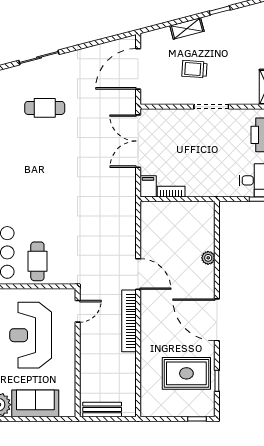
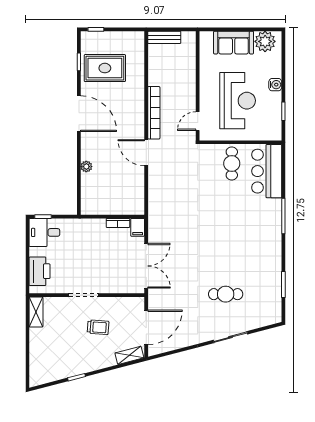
shelving: (187, 28) -> (129, 355), moved
bench: (102, 409) -> (164, 37), moved

